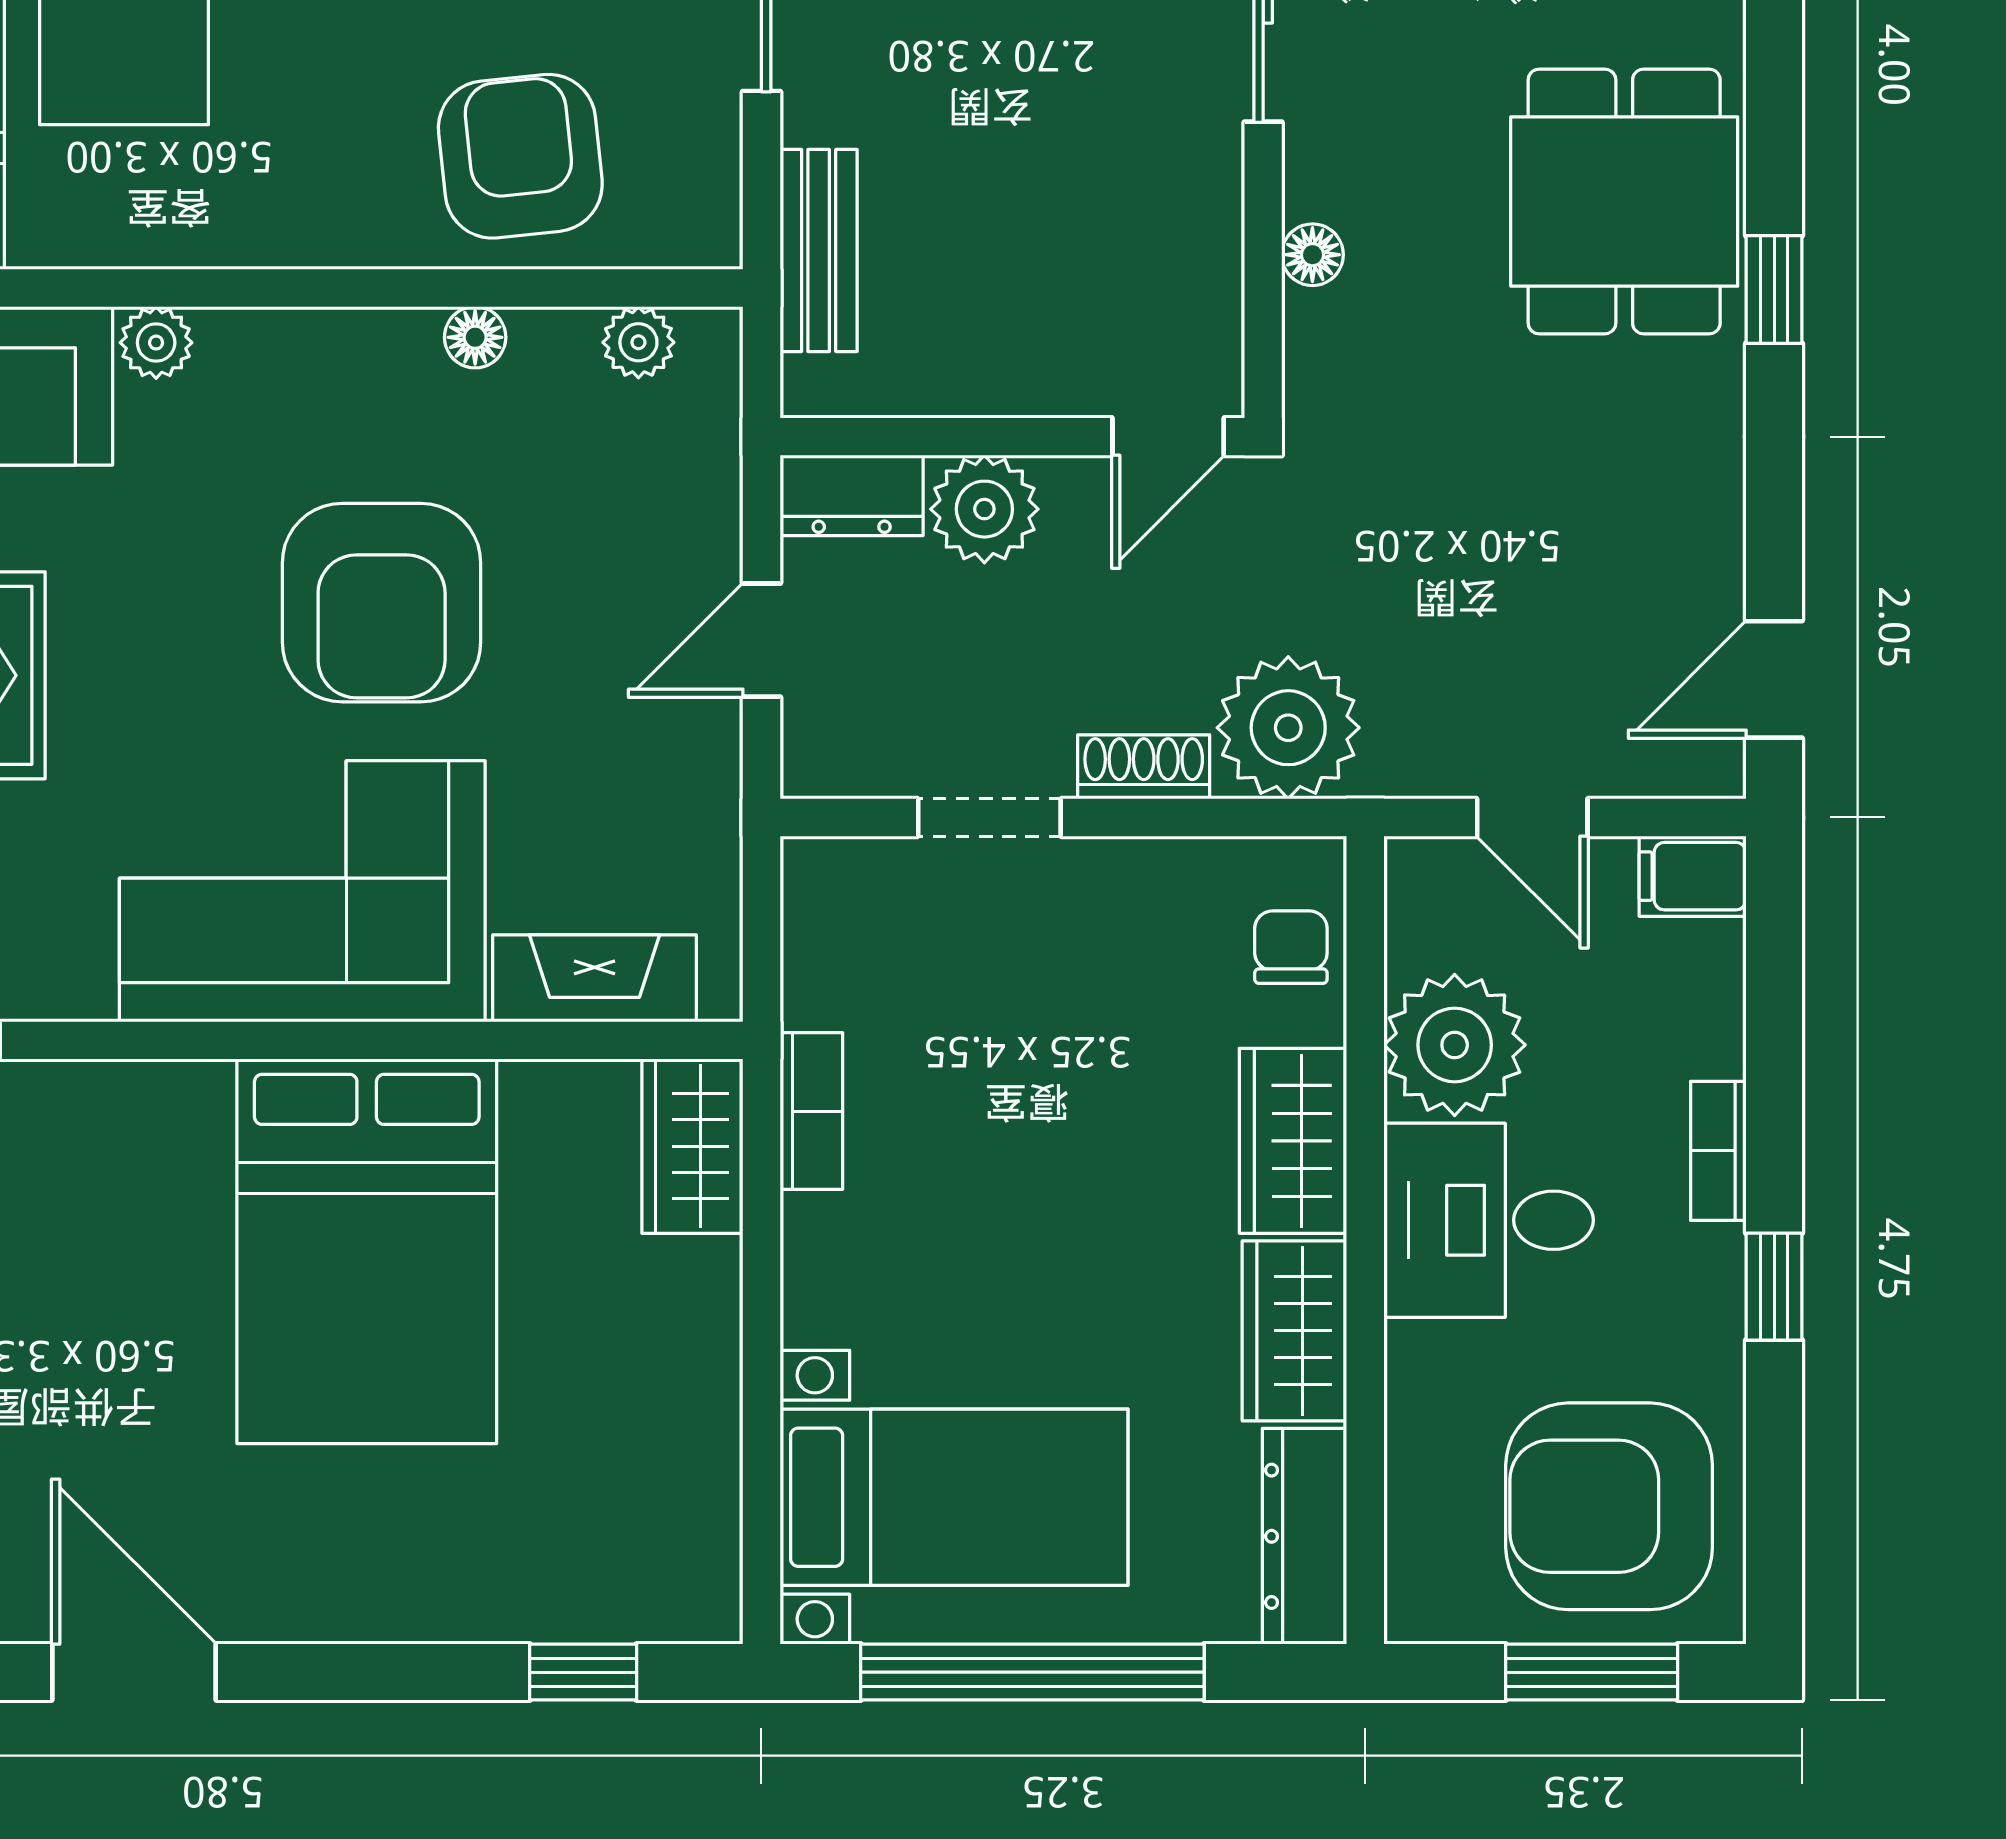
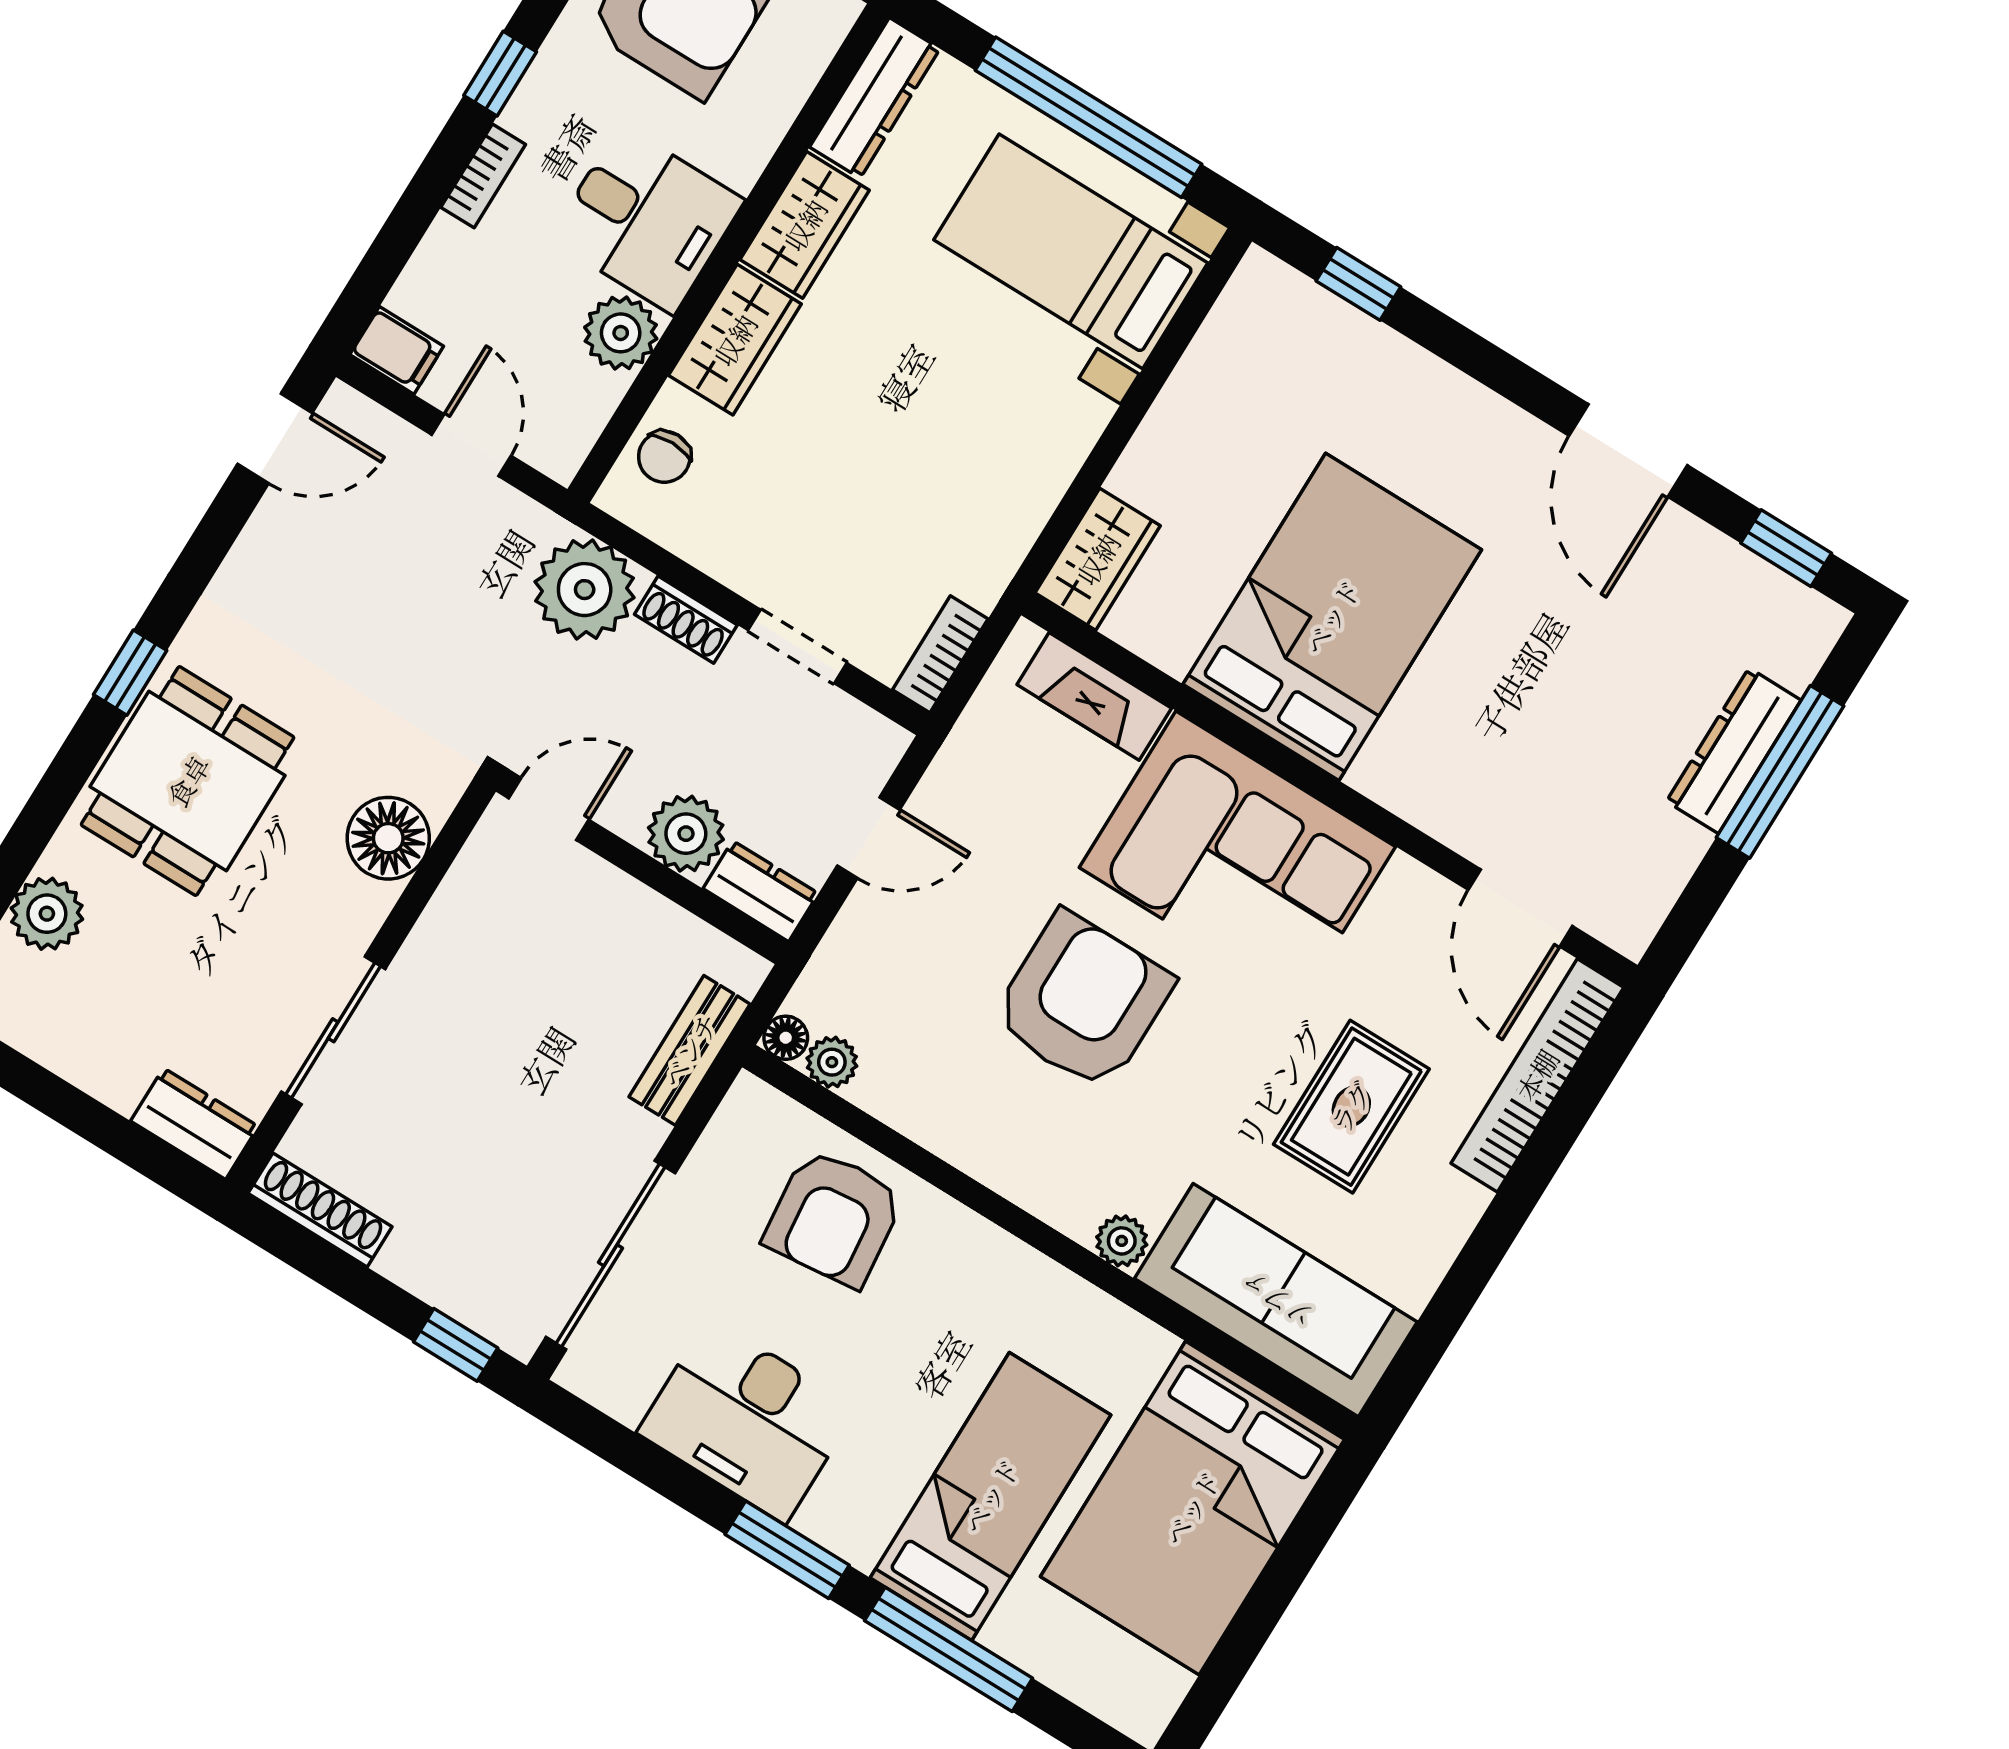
floor lamp: (1312, 255) -> (388, 838), width x1.89, depth x1.89
floor lamp: (475, 337) -> (786, 1038), moved
plant: (1455, 1045) -> (621, 333), width x0.73, depth x0.73
bookcase: (811, 1111) -> (940, 654), moved

